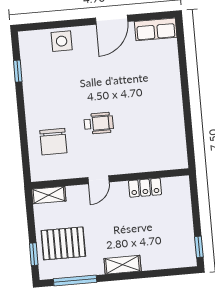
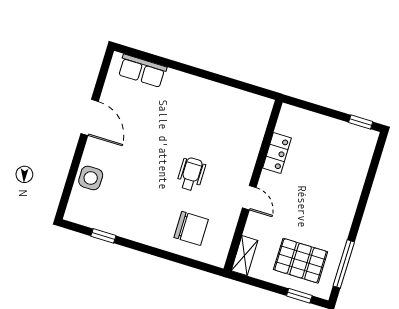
row of seats: (156, 29) -> (142, 71), moved, turned 90
pallet: (63, 243) -> (301, 261), turned 90
shelving: (123, 265) -> (347, 208), removed

